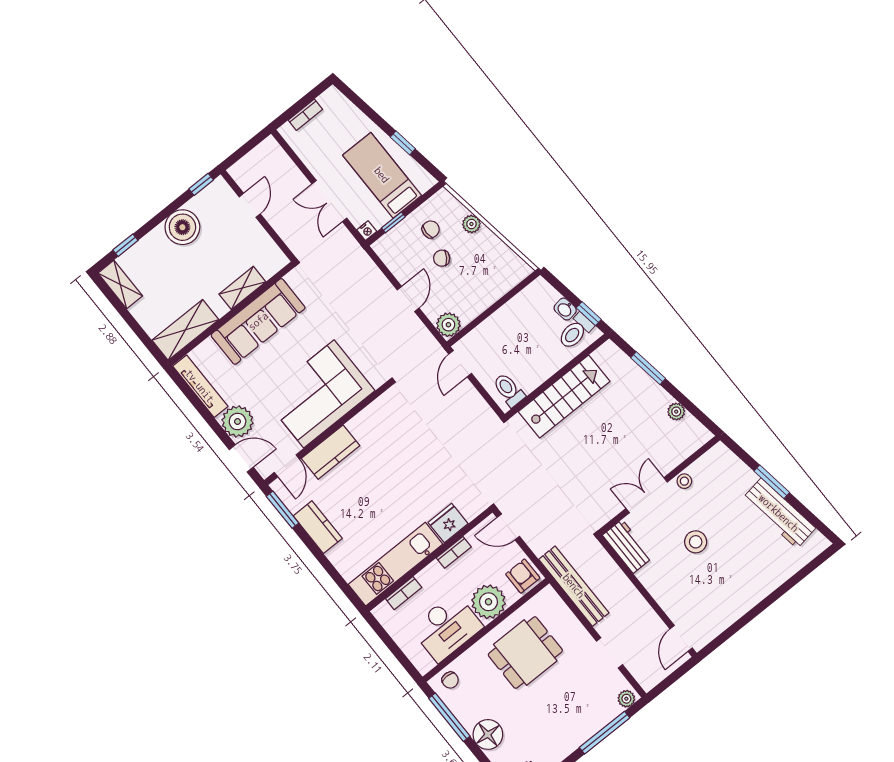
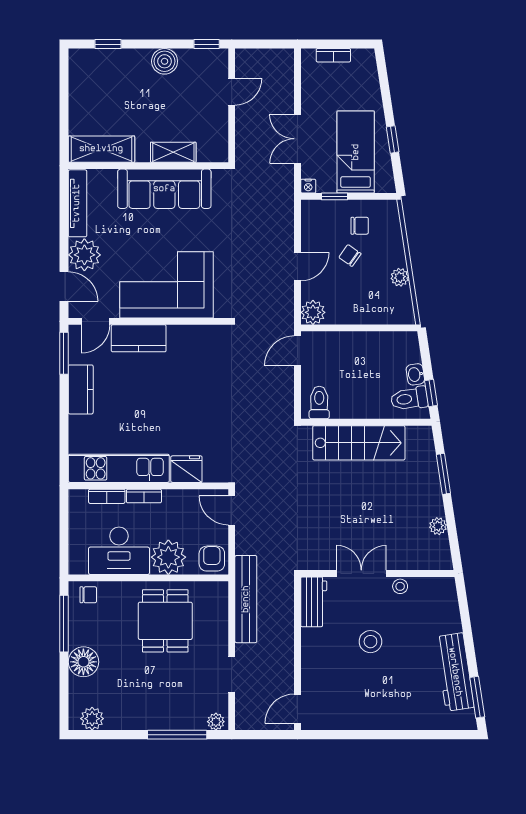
plant: (471, 224) -> (400, 277), moved
boiler: (182, 227) -> (165, 61), width x0.73, depth x0.73
shelving: (120, 284) -> (79, 72), removed
window: (772, 482) -> (477, 697), moved
bookcase: (454, 552) -> (144, 496), moved
dining table: (525, 653) -> (165, 621), turned 90
chair: (450, 680) -> (88, 595), turned -90

